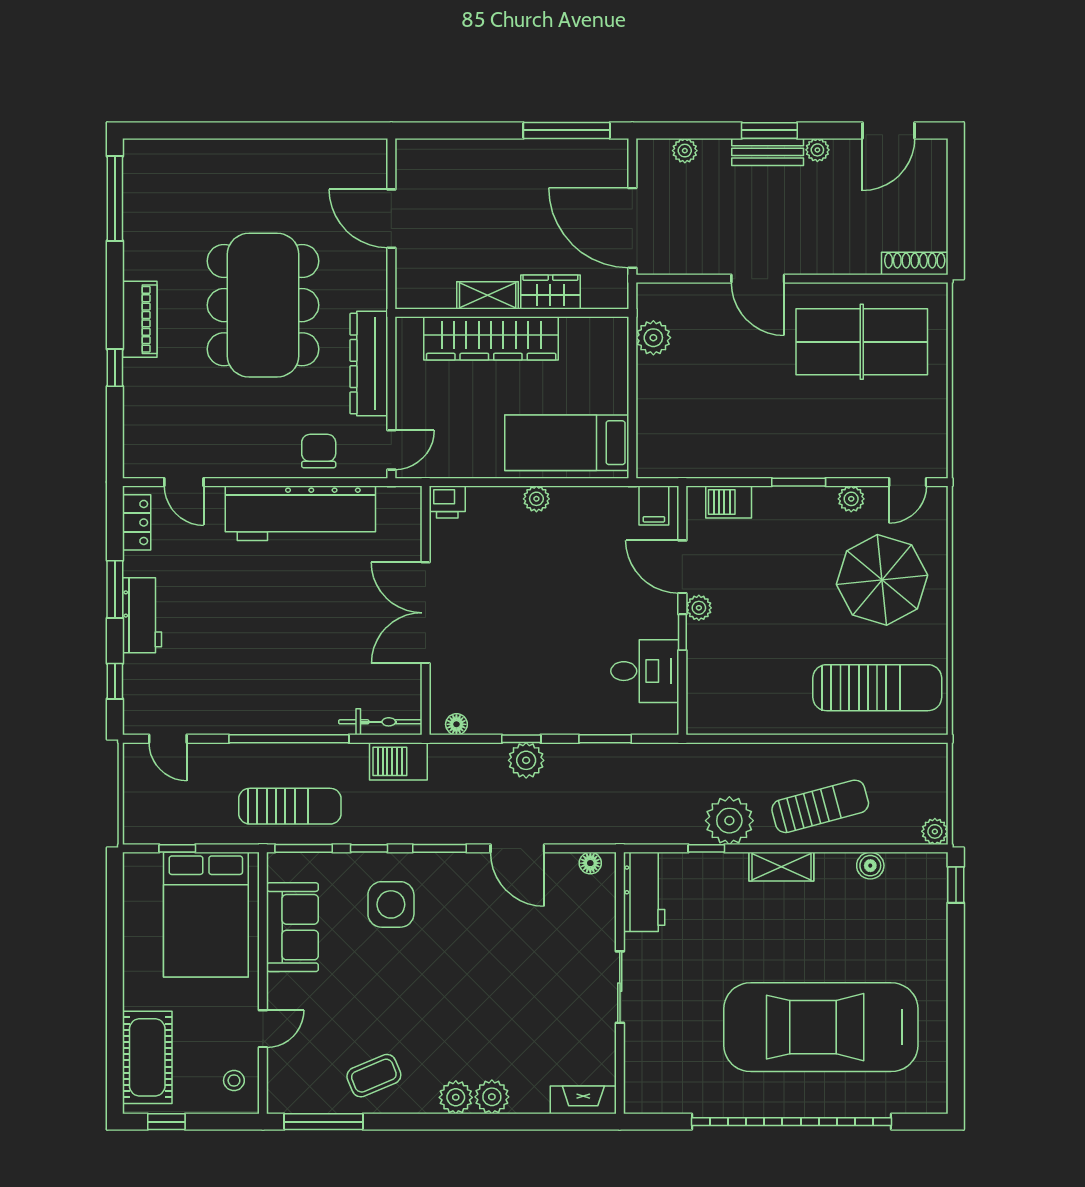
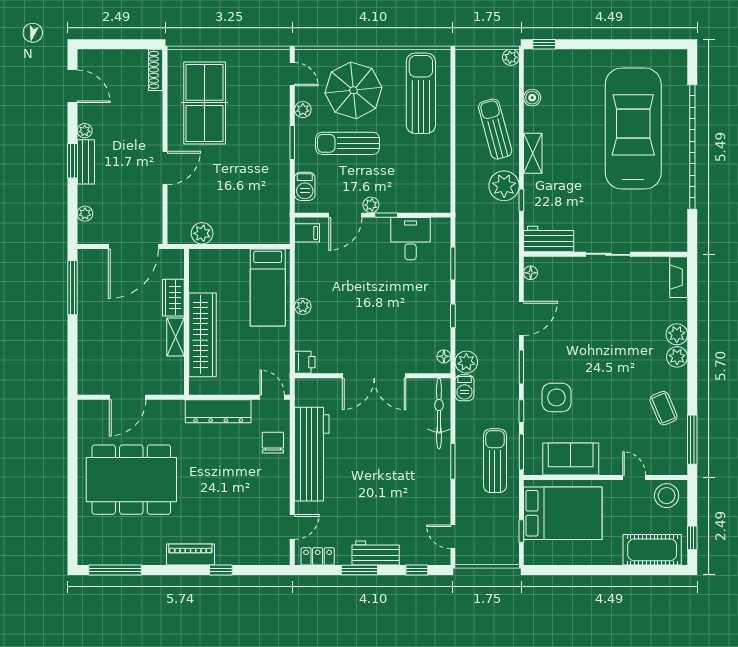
dining table: (263, 305) -> (131, 480), moved
chair: (319, 451) -> (273, 443), turned 90
sun lounger: (797, 570) -> (347, 143), added
bicycle: (380, 722) -> (439, 414), width x1.37, depth x1.40
door: (168, 739) -> (453, 537), swing flipped
window: (289, 739) -> (453, 461), width x0.47
plant: (526, 760) -> (466, 362), moved
barbecue: (398, 761) -> (464, 388), width x0.73, depth x0.79
car: (821, 1027) -> (633, 129), turned 180
stool: (234, 1080) -> (667, 496), width x1.89, depth x1.89

